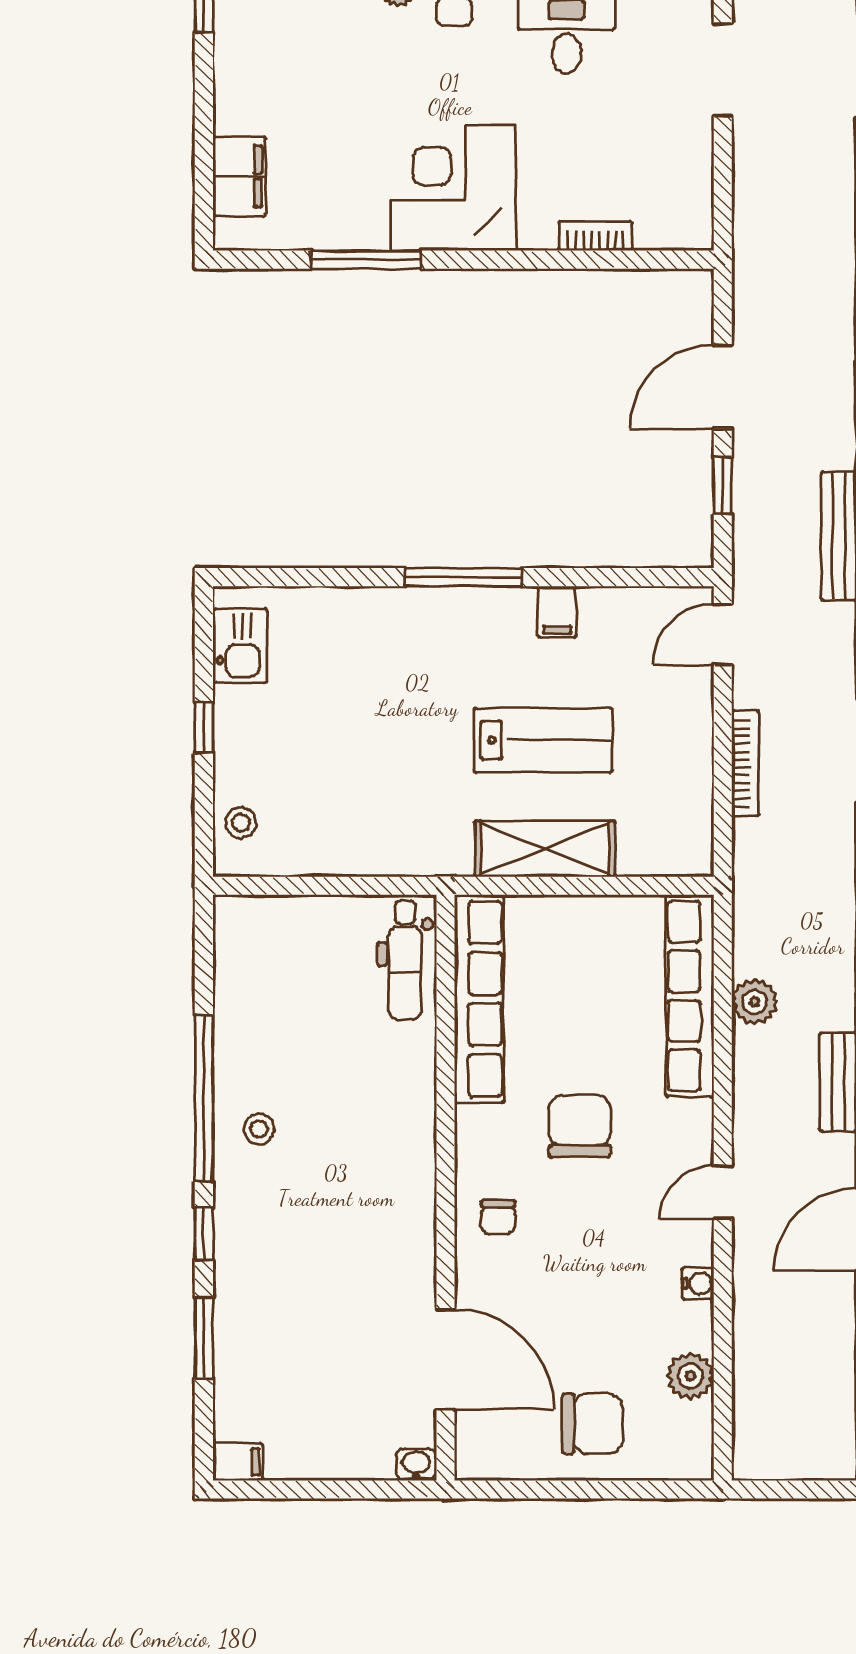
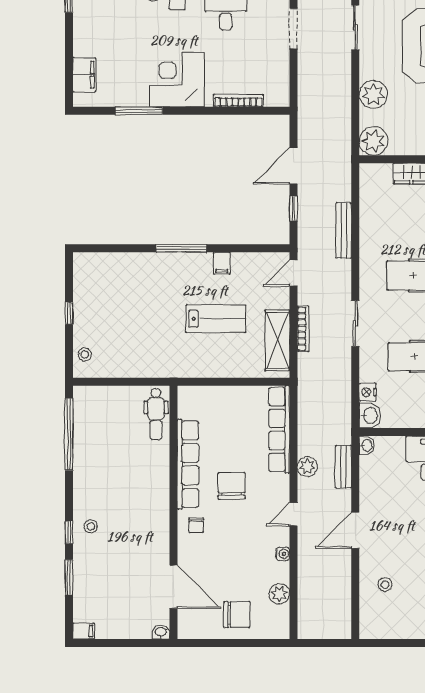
bookcase: (595, 236) -> (238, 101), width x1.56
kitchen sink: (240, 646) -> (84, 278), removed
shelving: (545, 849) -> (277, 340), moved, turned 90
row of seats: (479, 999) -> (188, 464), moved
plant: (755, 1002) -> (307, 467), moved
window: (204, 1098) -> (69, 434), moved
stool: (259, 1129) -> (91, 526), moved

